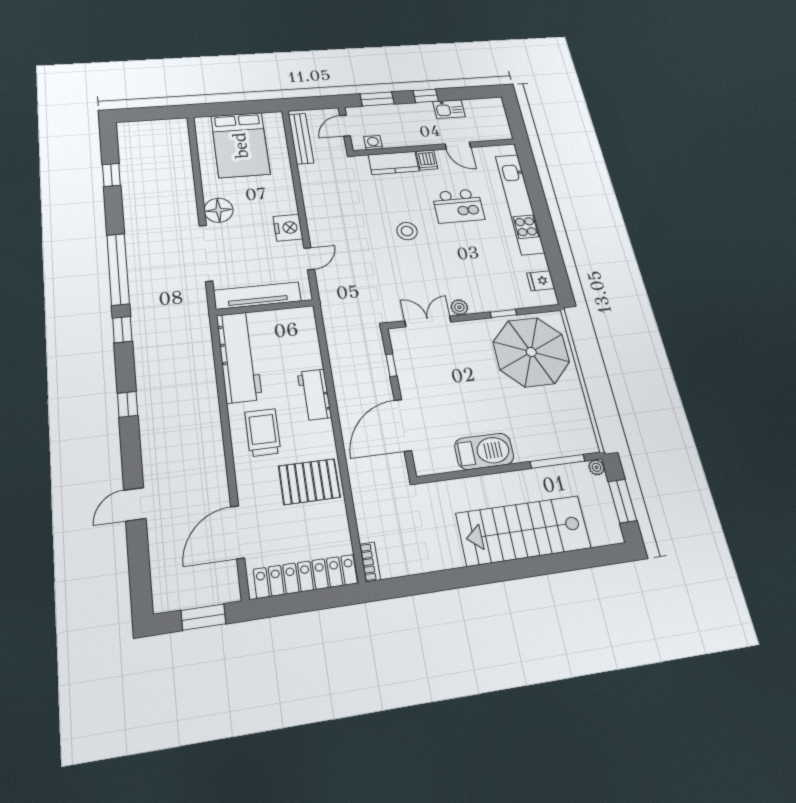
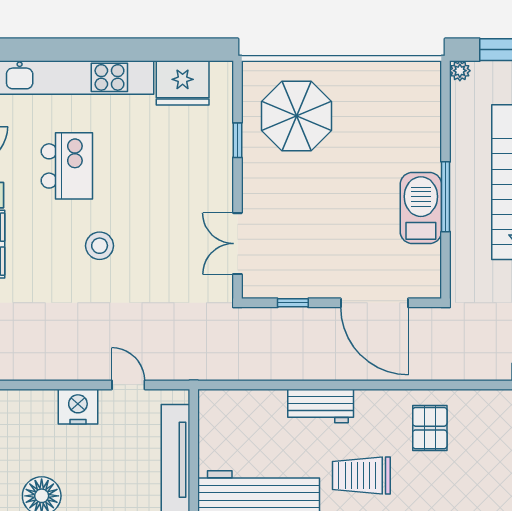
fridge: (541, 281) -> (183, 83), width x1.88, depth x1.34
plant: (459, 307) -> (222, 197), removed
parasol: (531, 352) -> (296, 116), width x0.73, depth x0.73
window: (557, 461) -> (446, 197), moved
pallet: (309, 482) -> (430, 428), width x0.67, depth x0.71

